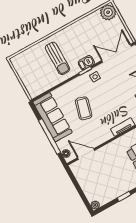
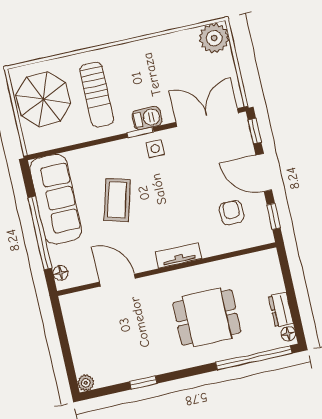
parasol: (31, 69) -> (43, 99), added
door: (86, 154) -> (117, 280), moved

